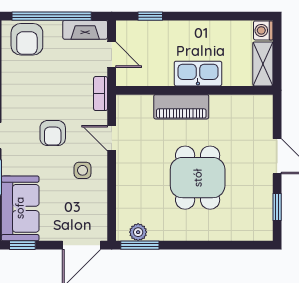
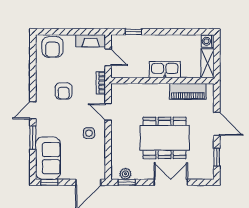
window: (52, 16) -> (69, 32), removed
piano: (181, 107) -> (188, 91), moved
armchair: (53, 133) -> (64, 91), moved
dining table: (198, 178) -> (165, 138), width x1.38
window: (140, 245) -> (127, 182), width x0.67
double door: (207, 245) -> (171, 182), added

